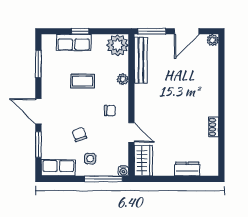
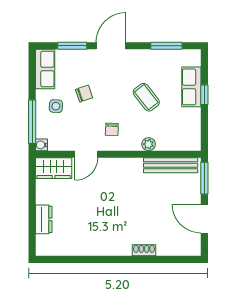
plant: (213, 40) -> (194, 249), removed
plant: (117, 45) -> (188, 138), removed
coffee table: (82, 81) -> (146, 97), turned -38
shoe rack: (214, 127) -> (144, 250), moved

